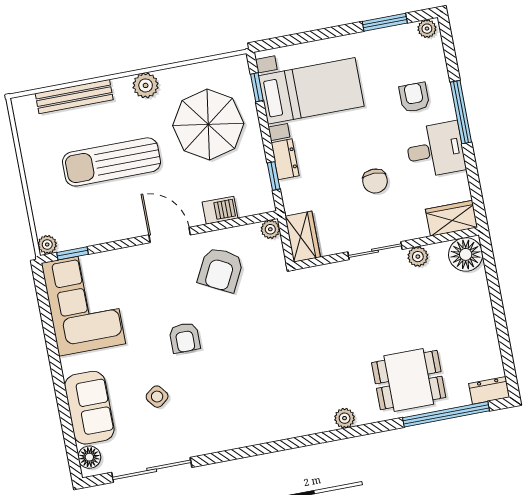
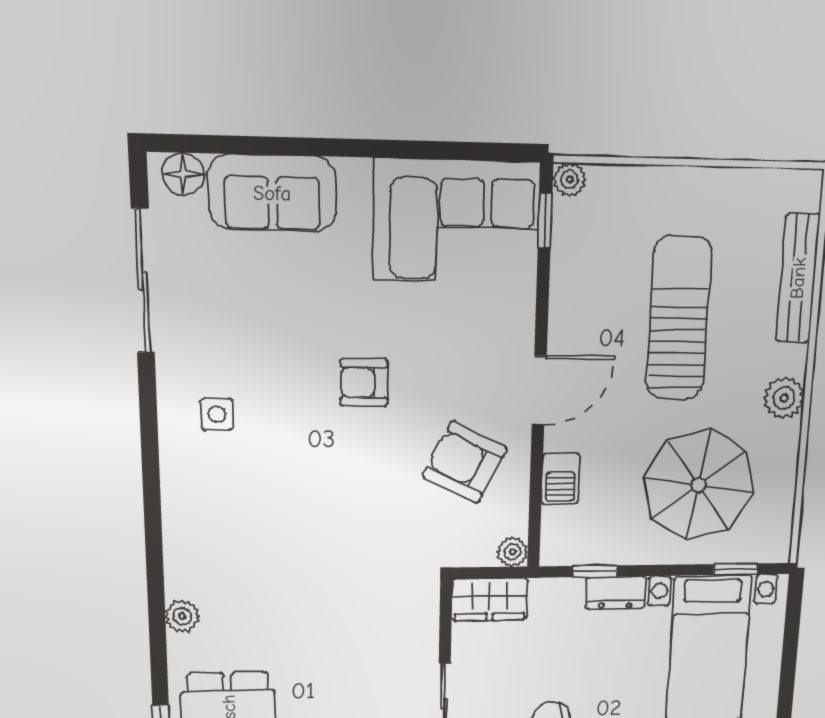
side table: (157, 397) -> (217, 414), moved, turned 38

